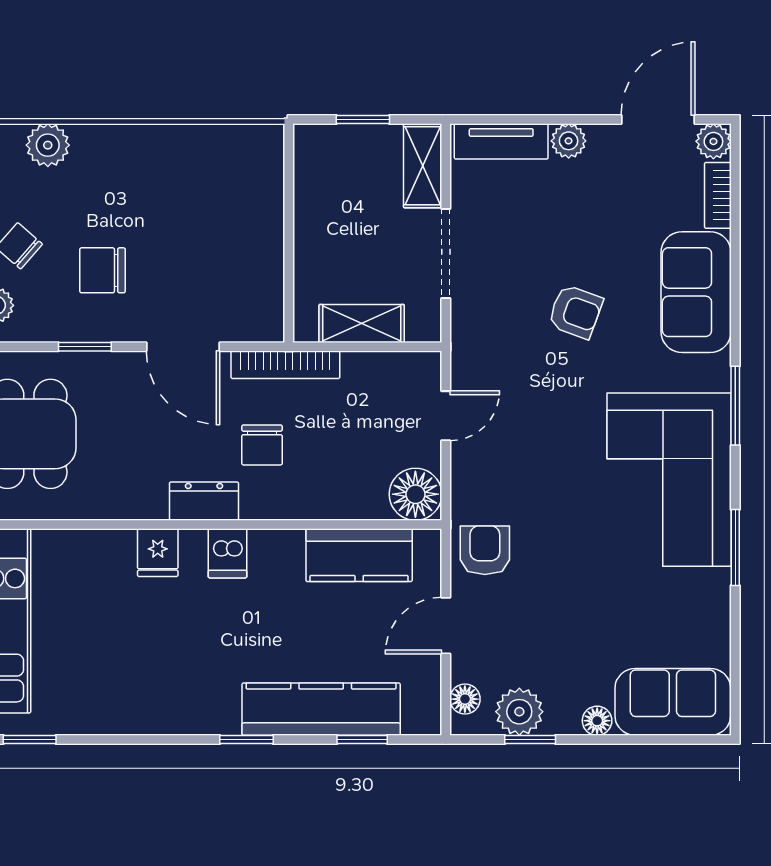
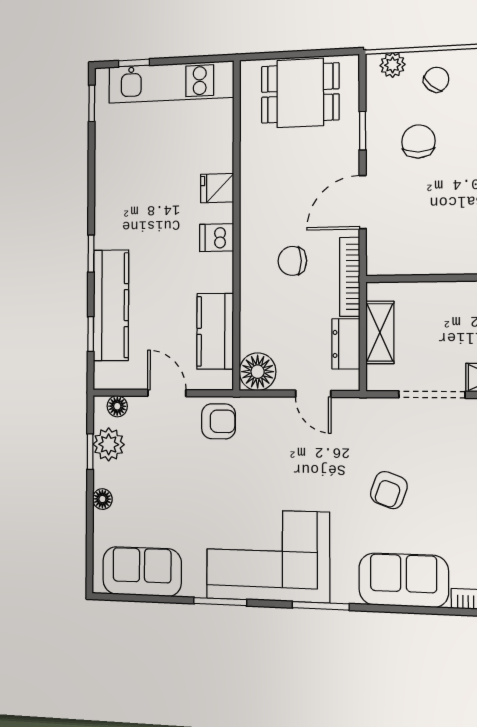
dresser: (204, 501) -> (346, 344), moved, turned 180
sofa: (673, 702) -> (142, 571), moved, turned -90

